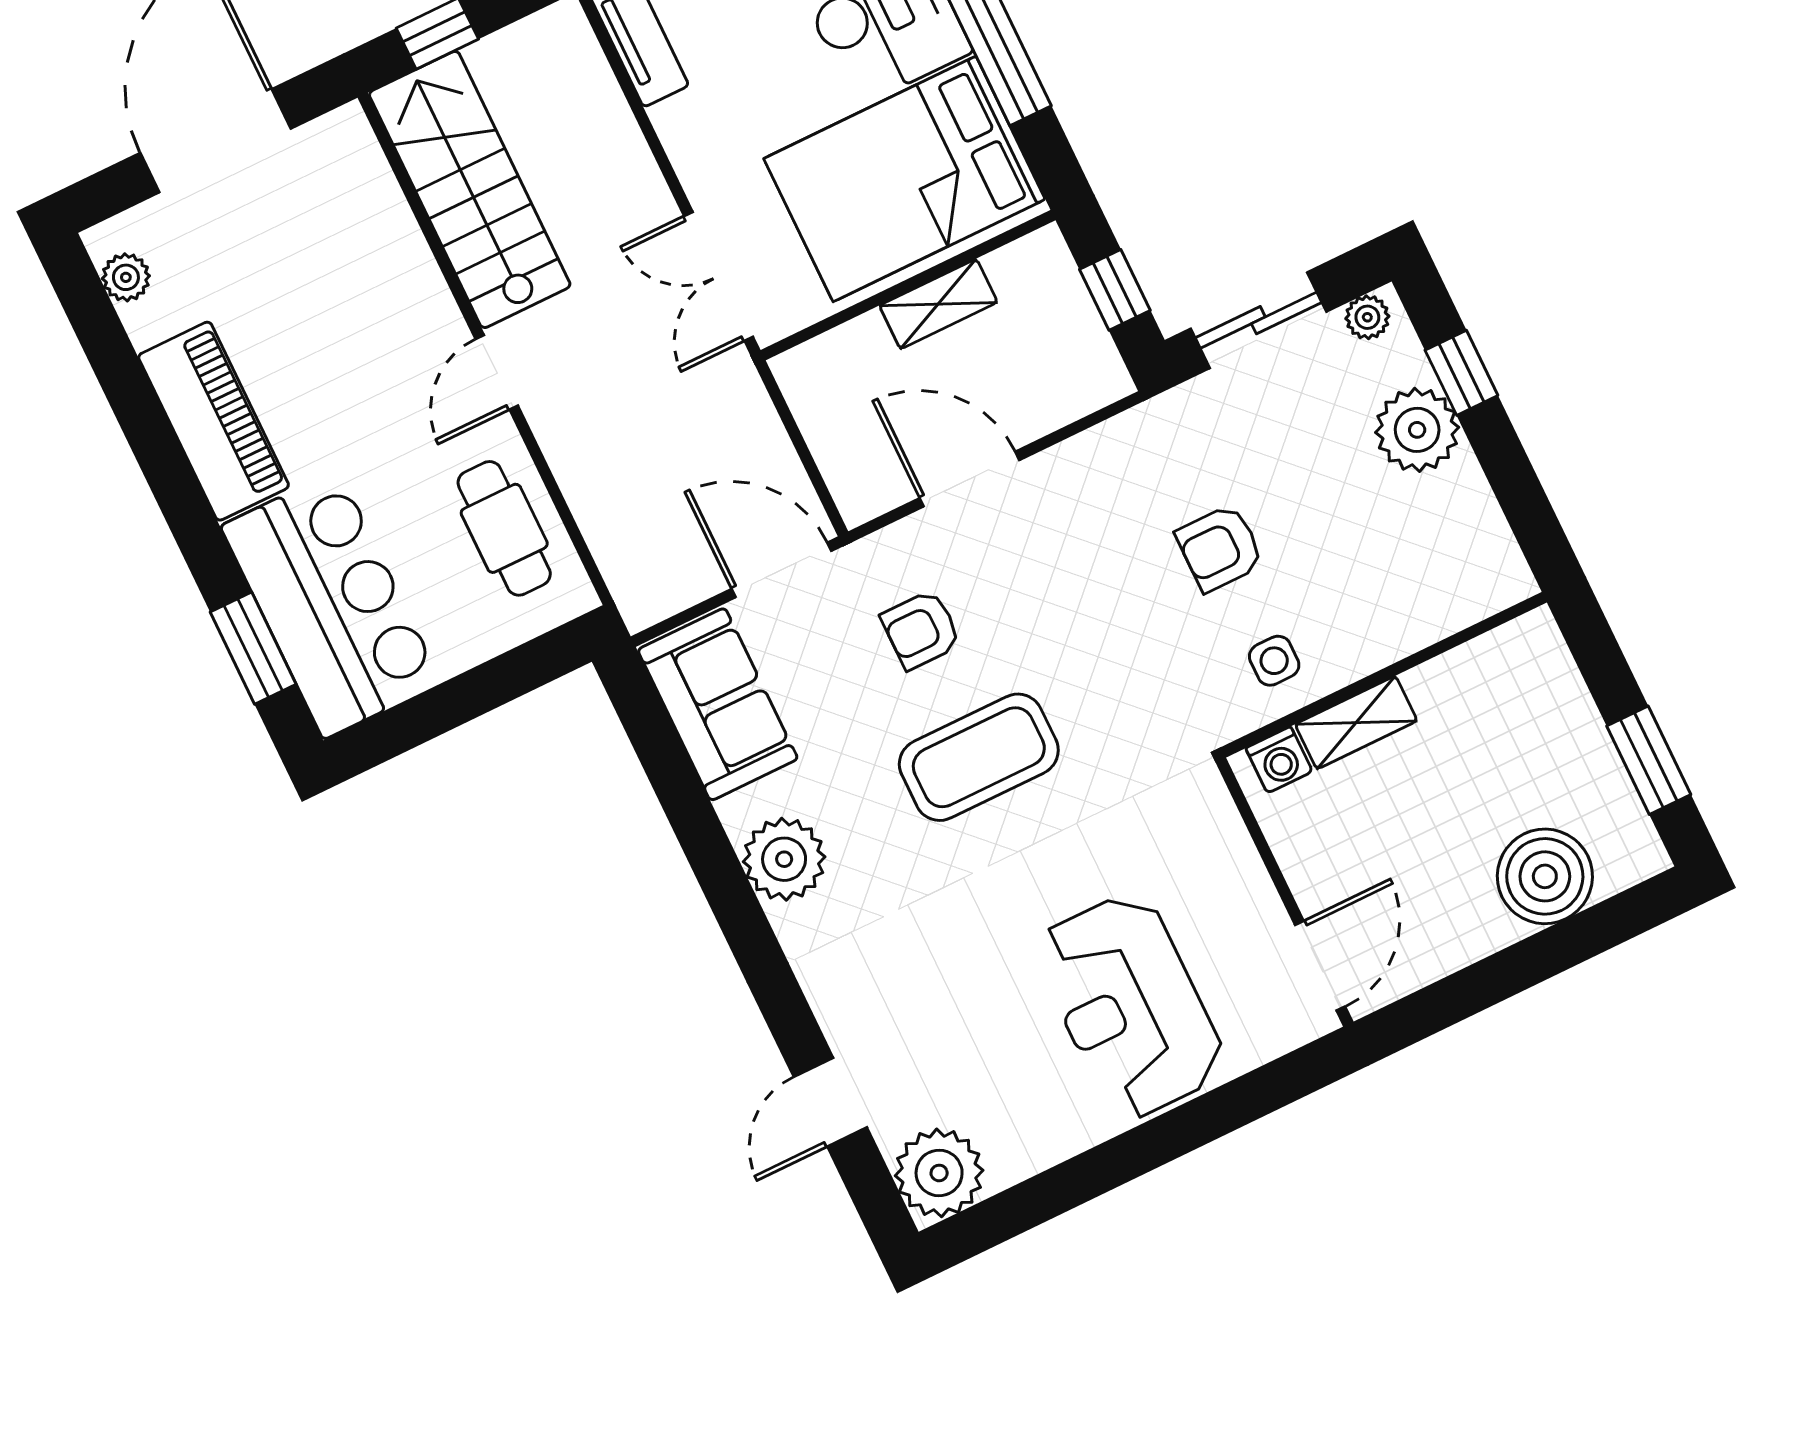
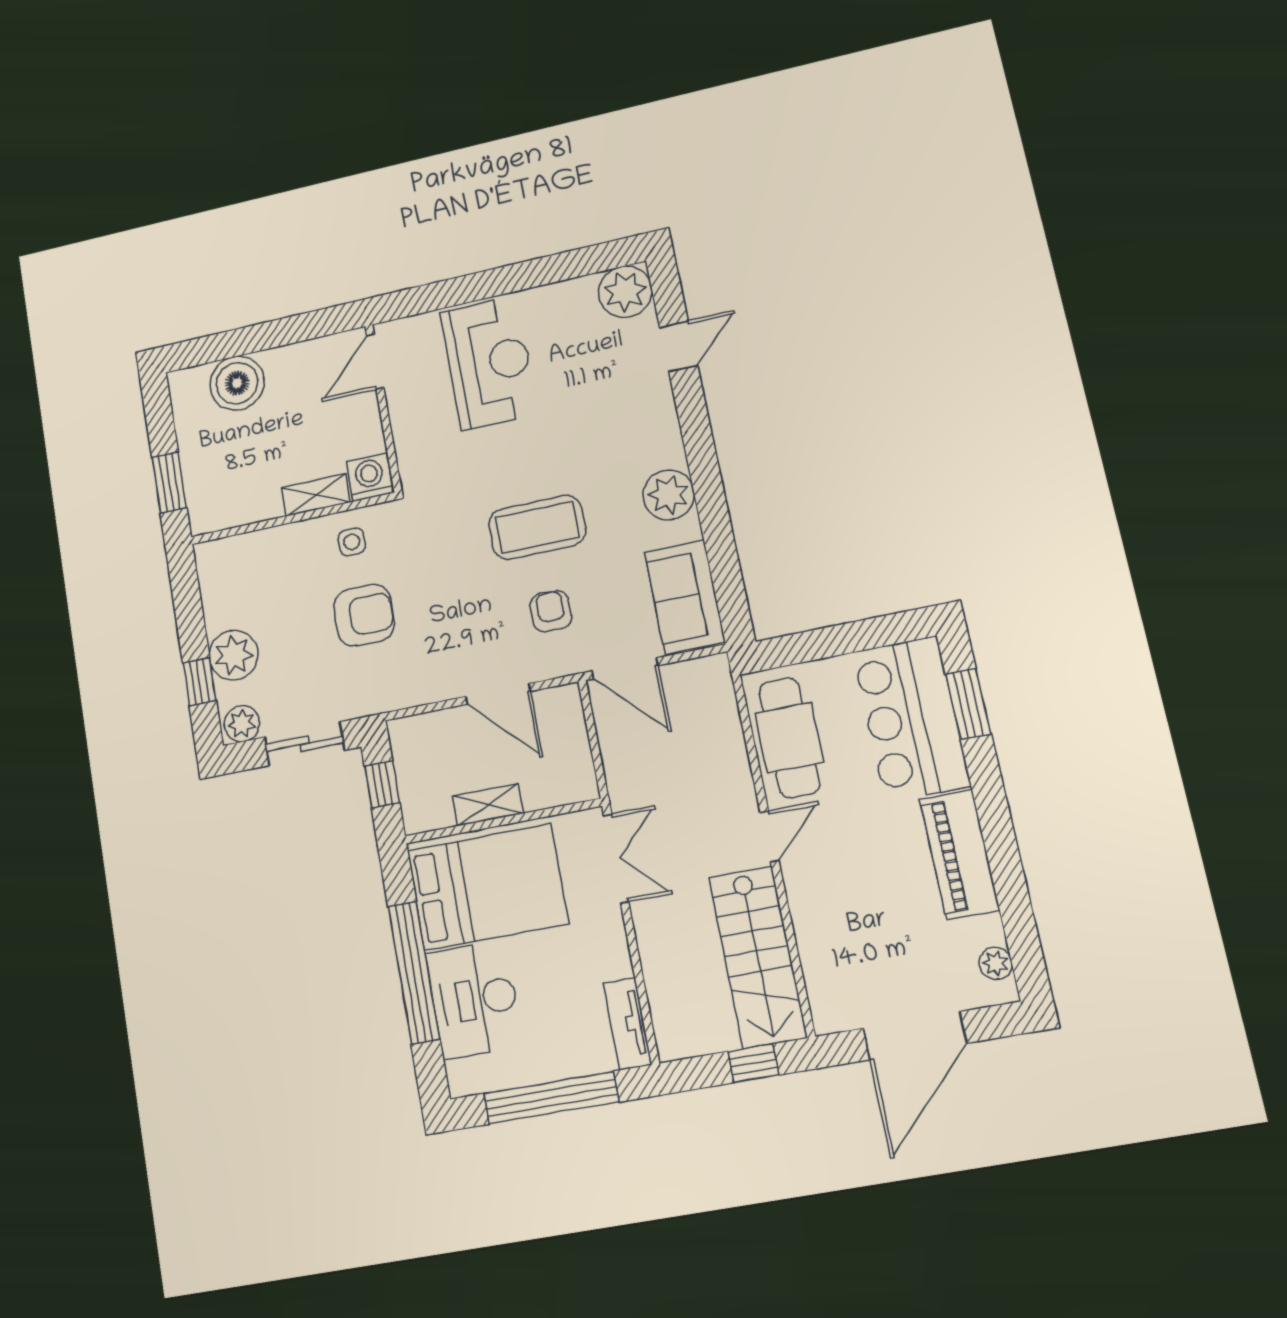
plant: (1367, 317) -> (242, 724), width x1.38, depth x1.38
cafe table: (504, 528) -> (789, 738), width x1.37, depth x1.35
armchair: (1220, 548) -> (364, 615), width x1.38, depth x1.38
armchair: (921, 630) -> (551, 611), turned -89
washing machine: (1279, 760) -> (370, 477), width x1.38, depth x1.38
window: (1649, 760) -> (169, 483), moved

